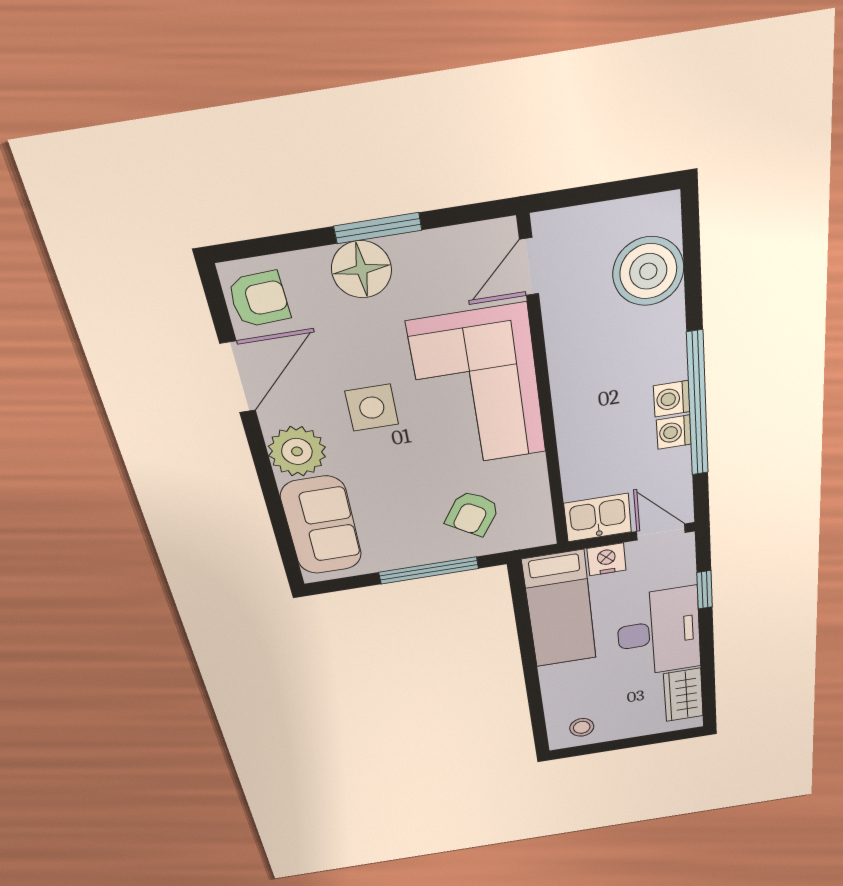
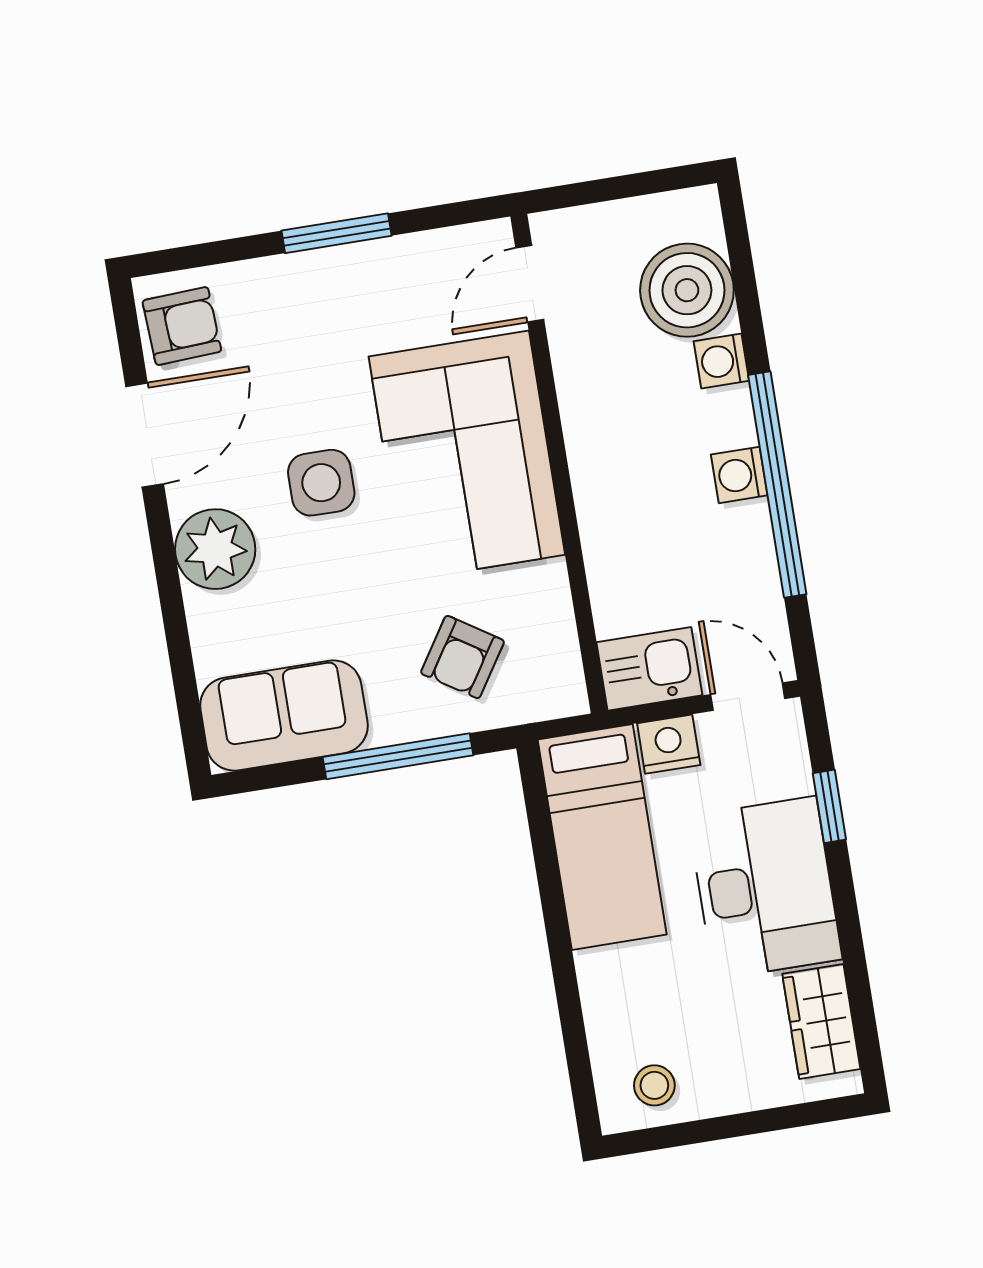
floor lamp: (362, 269) -> (314, 287), removed
washing machine: (674, 432) -> (721, 361), moved
sofa: (321, 526) -> (284, 716), moved, turned -90

